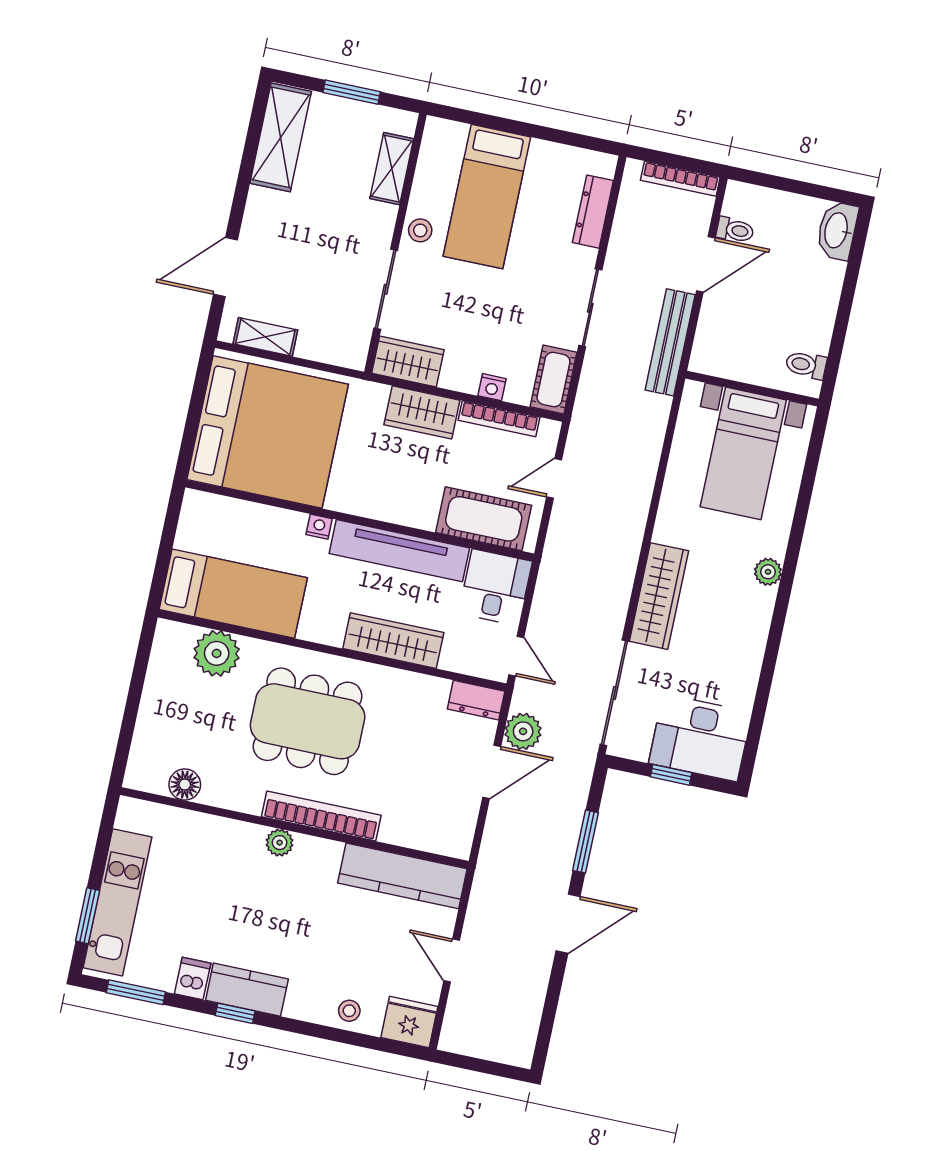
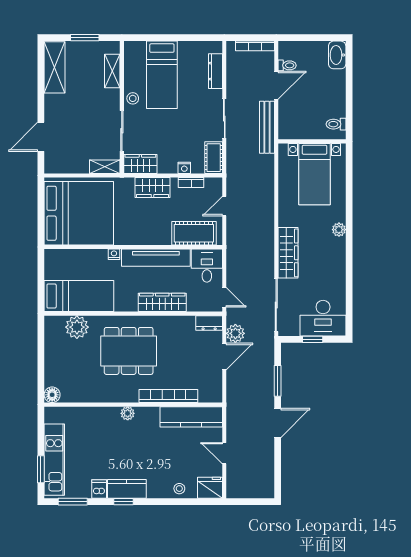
shelving: (265, 337) -> (105, 167), moved
bookcase: (499, 419) -> (191, 183), width x0.64
floor lamp: (185, 785) -> (52, 395), moved
bookcase: (321, 816) -> (168, 396), moved

